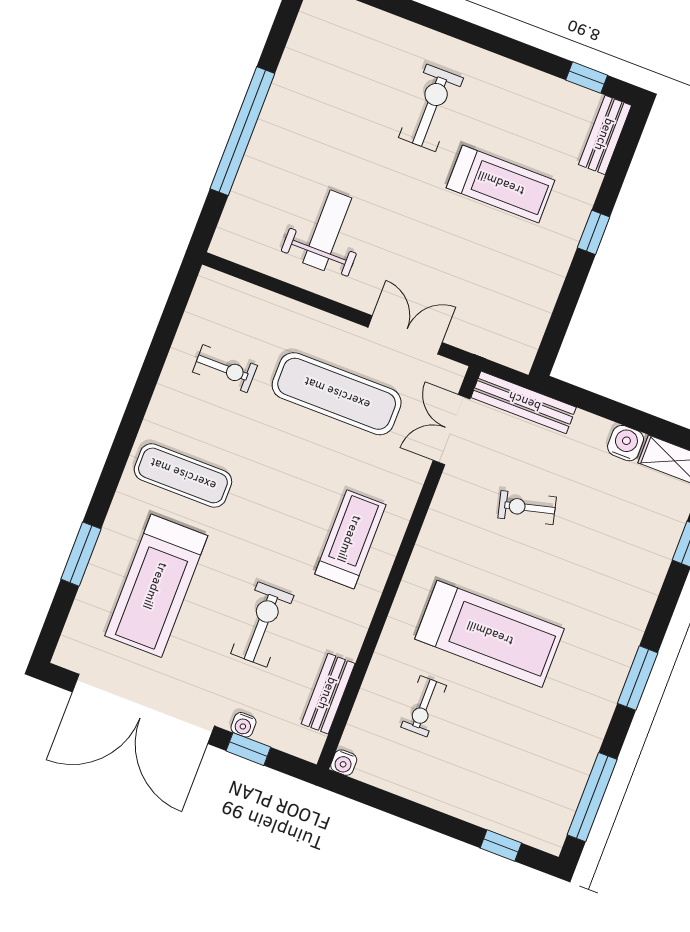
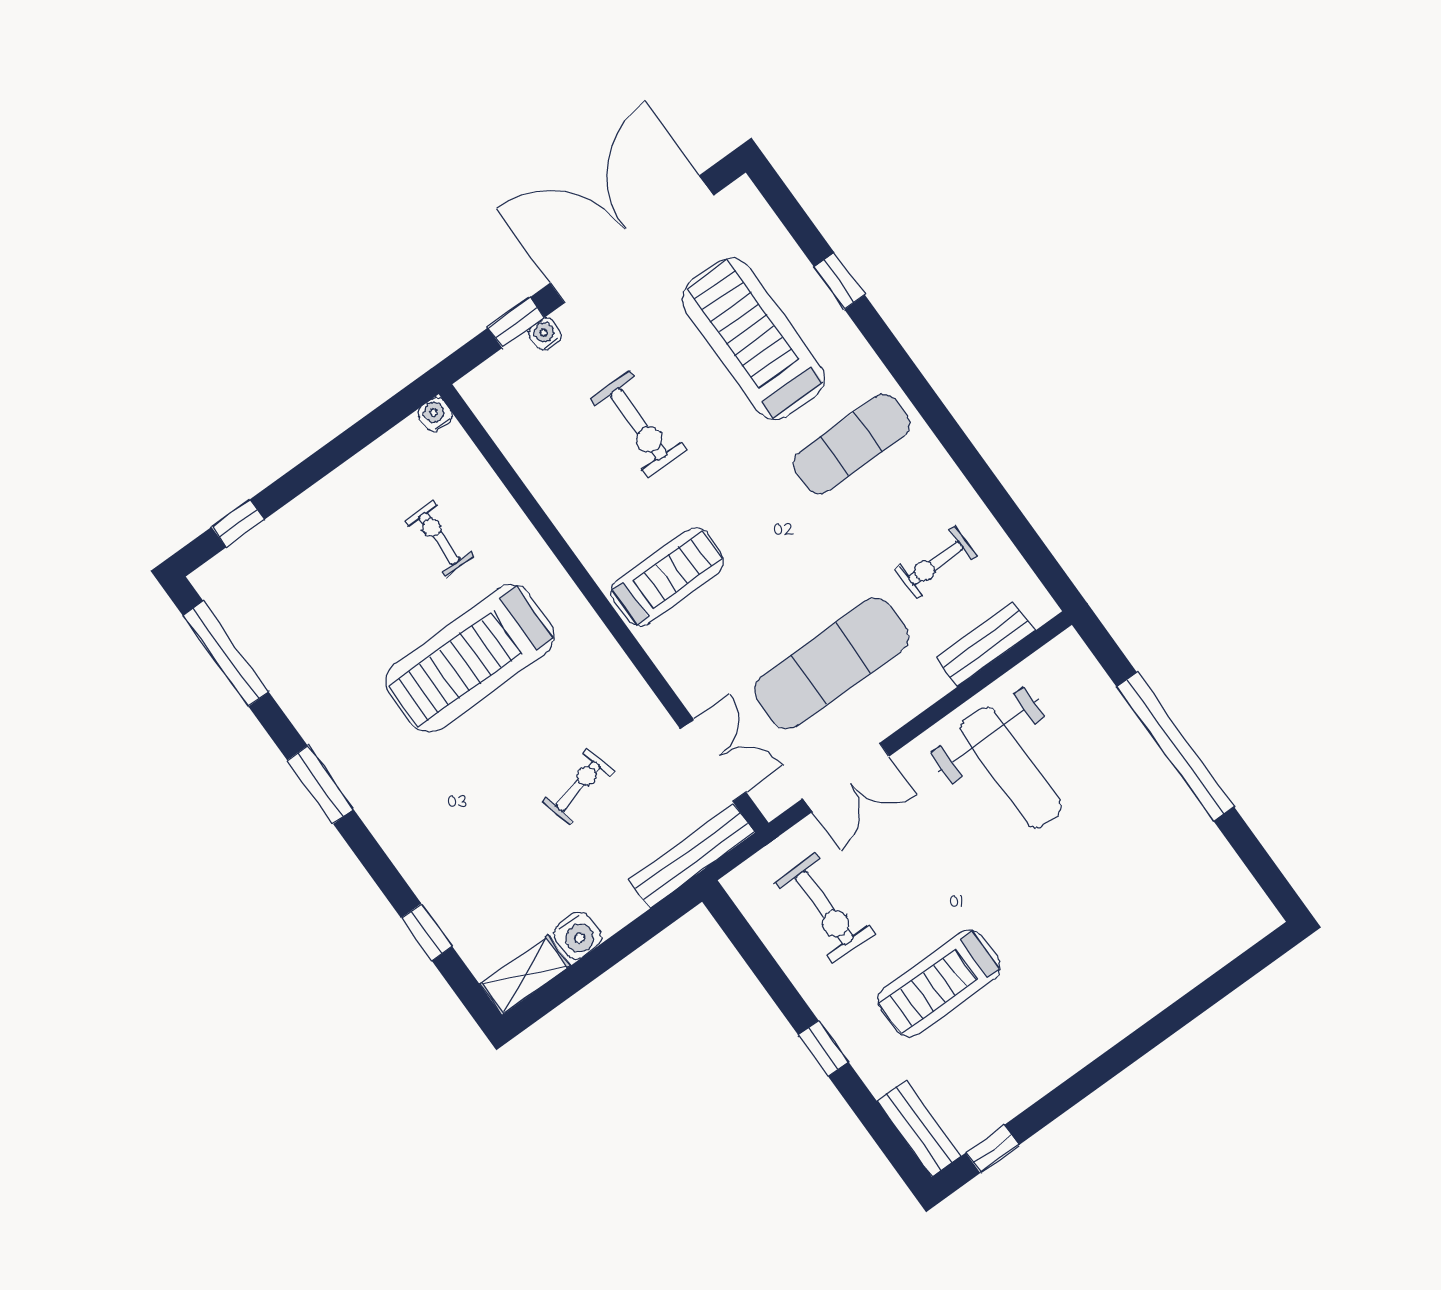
exercise bike: (431, 108) -> (824, 908), moved
weight bench: (327, 230) -> (1011, 767), width x1.36, depth x1.33
treadmill: (350, 539) -> (667, 577), turned -90
window: (81, 554) -> (839, 281), width x0.67
bench: (328, 694) -> (985, 644), moved, turned 90

